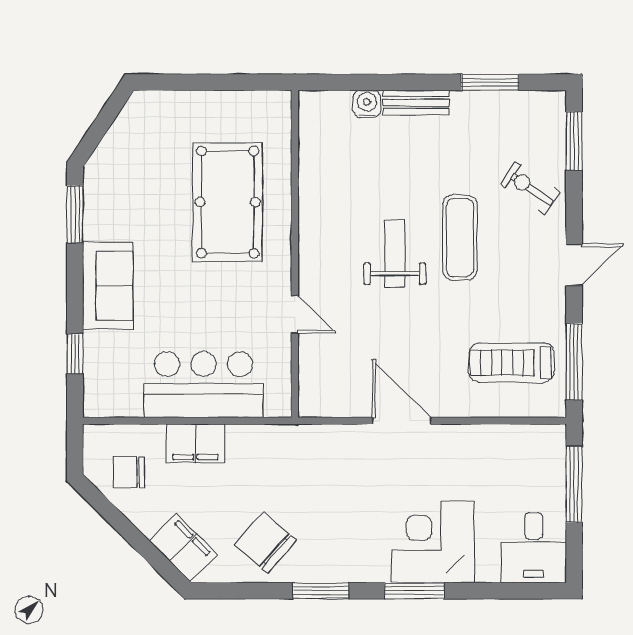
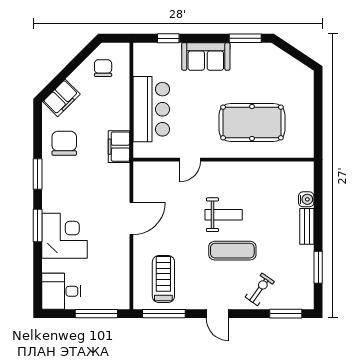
filing cabinet: (196, 443) -> (119, 147), moved
chair: (265, 543) -> (64, 143), turned -41

